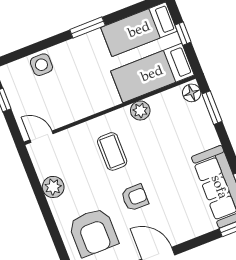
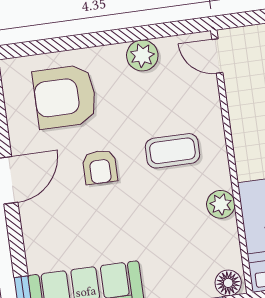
door: (41, 137) -> (217, 56), swing flipped

